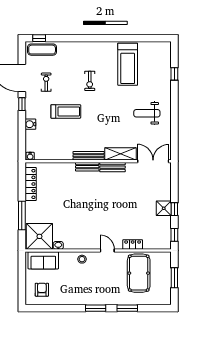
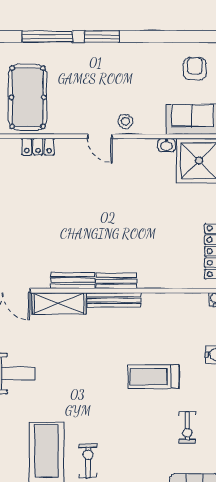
exercise bike: (90, 81) -> (88, 461), moved
door: (107, 250) -> (100, 136), moved
armchair: (42, 290) -> (195, 69), turned 180
window: (127, 308) -> (47, 37), width x1.44

